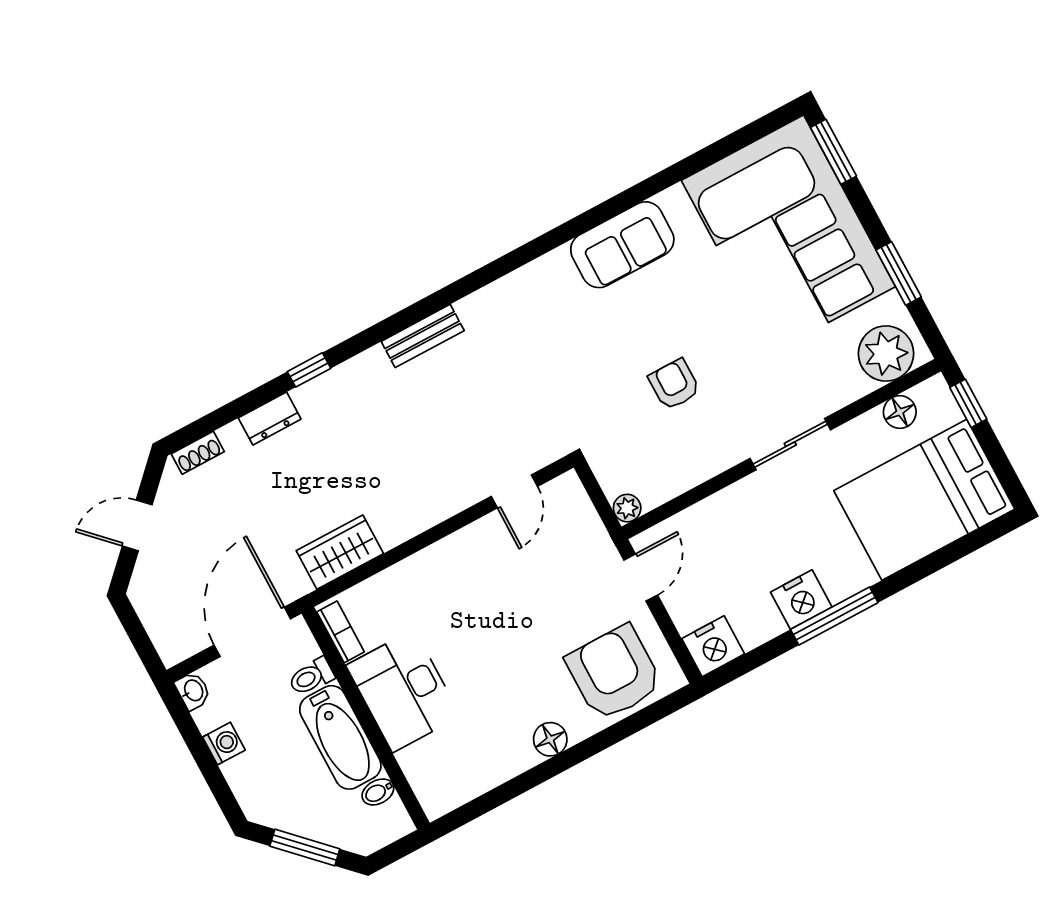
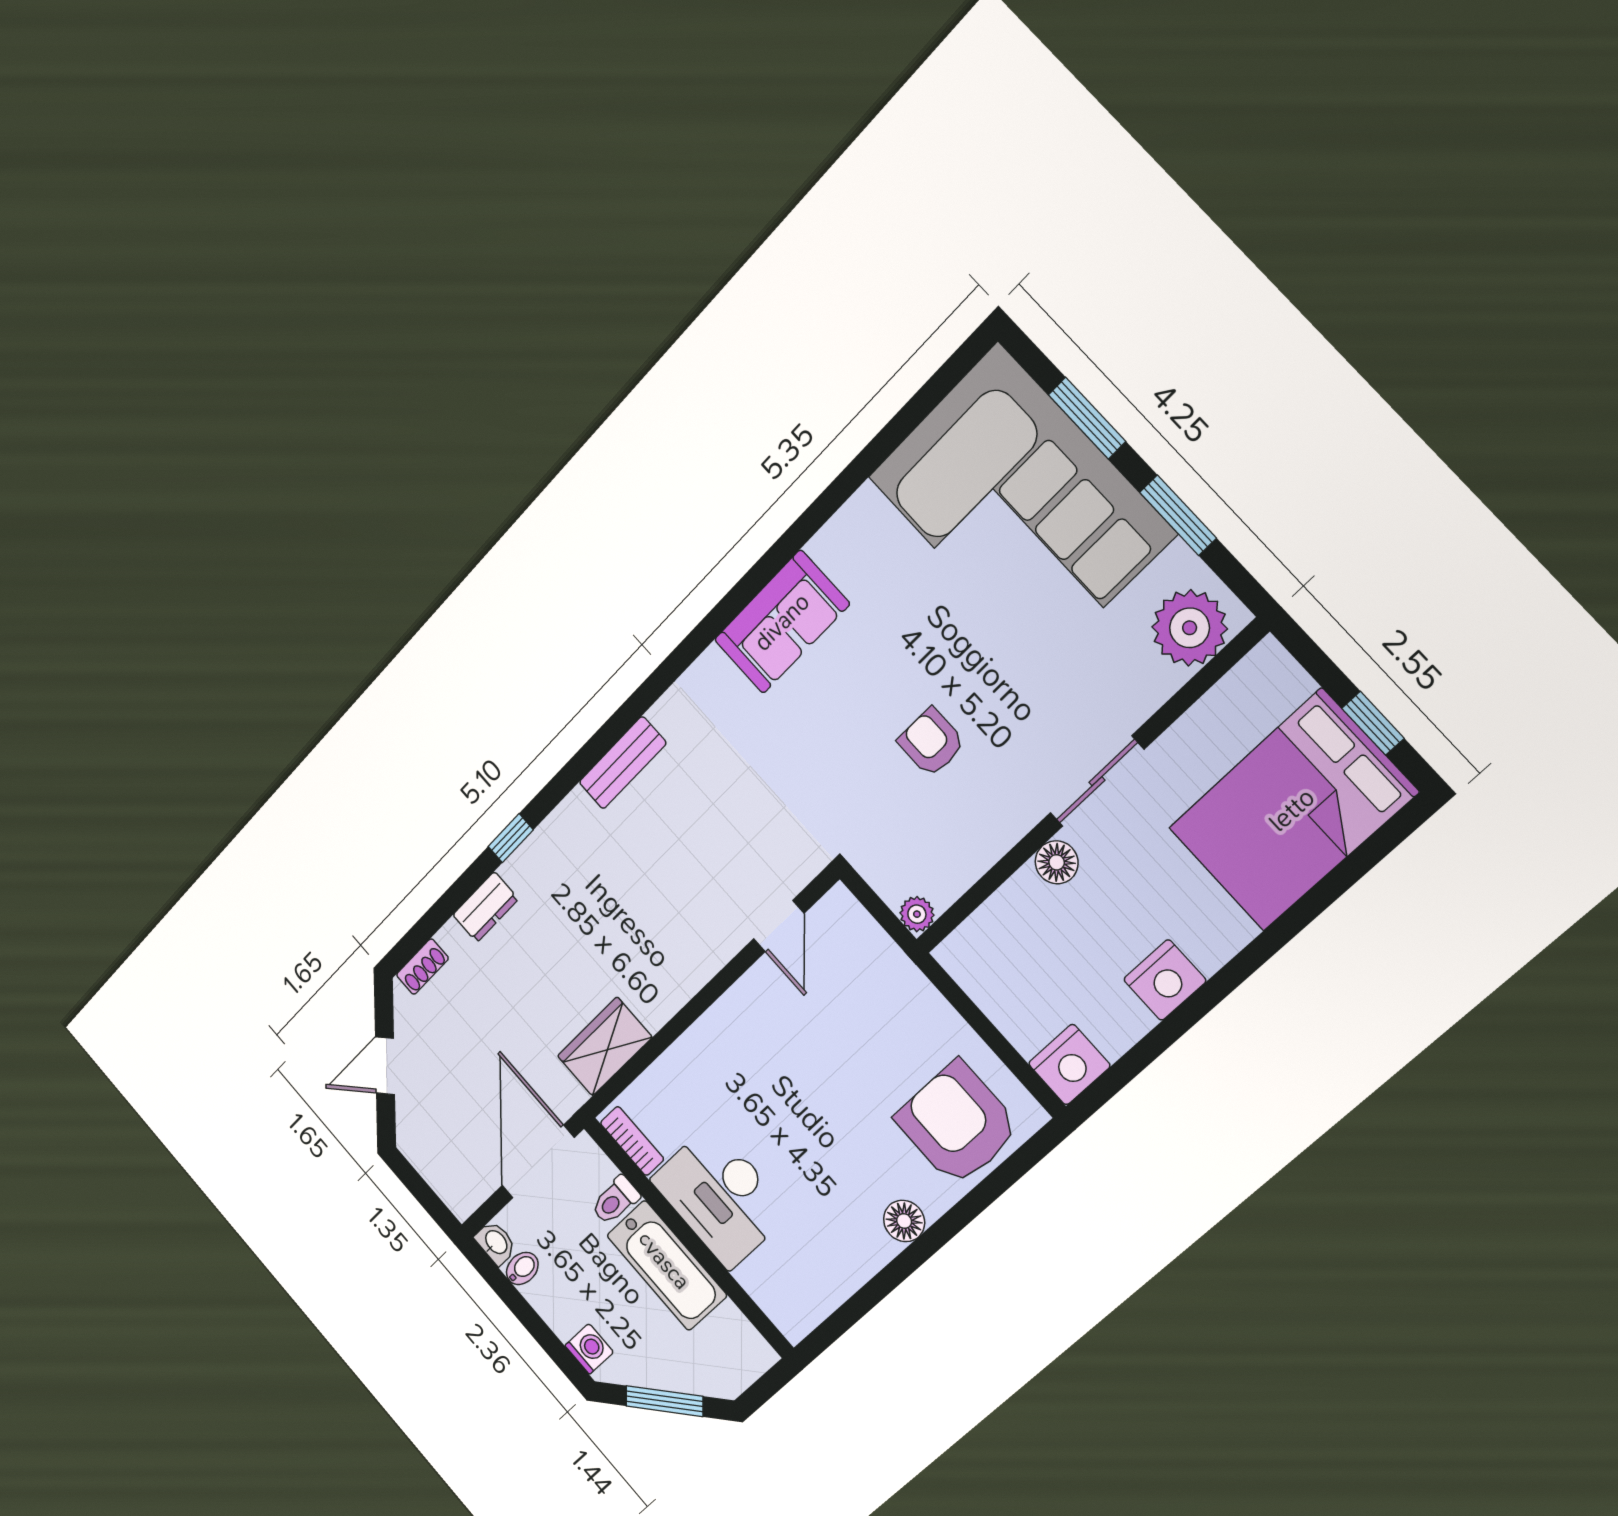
window: (833, 152) -> (1087, 418), moved
sofa: (622, 245) -> (782, 622), moved
window: (968, 403) -> (1373, 723), moved
floor lamp: (900, 412) -> (1057, 862), moved
door: (641, 578) -> (957, 998), removed
window: (834, 616) -> (1213, 992), removed
washing machine: (224, 744) -> (589, 1349), moved
bidet: (378, 792) -> (522, 1268), moved, turned 180

